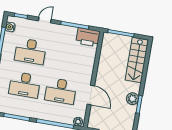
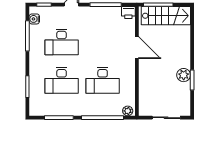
printer: (88, 37) -> (128, 13), width x0.53, depth x0.68
stairs: (137, 60) -> (166, 16), moved, turned -90
door: (91, 95) -> (137, 48), moved

